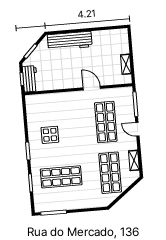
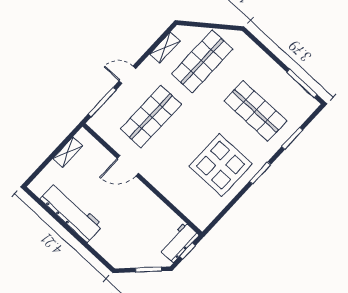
workbench: (70, 41) -> (71, 212), moved
door: (92, 88) -> (128, 166), hinge flipped
door: (137, 129) -> (127, 75), swing flipped
display table: (50, 135) -> (221, 165), width x1.86, depth x1.86

